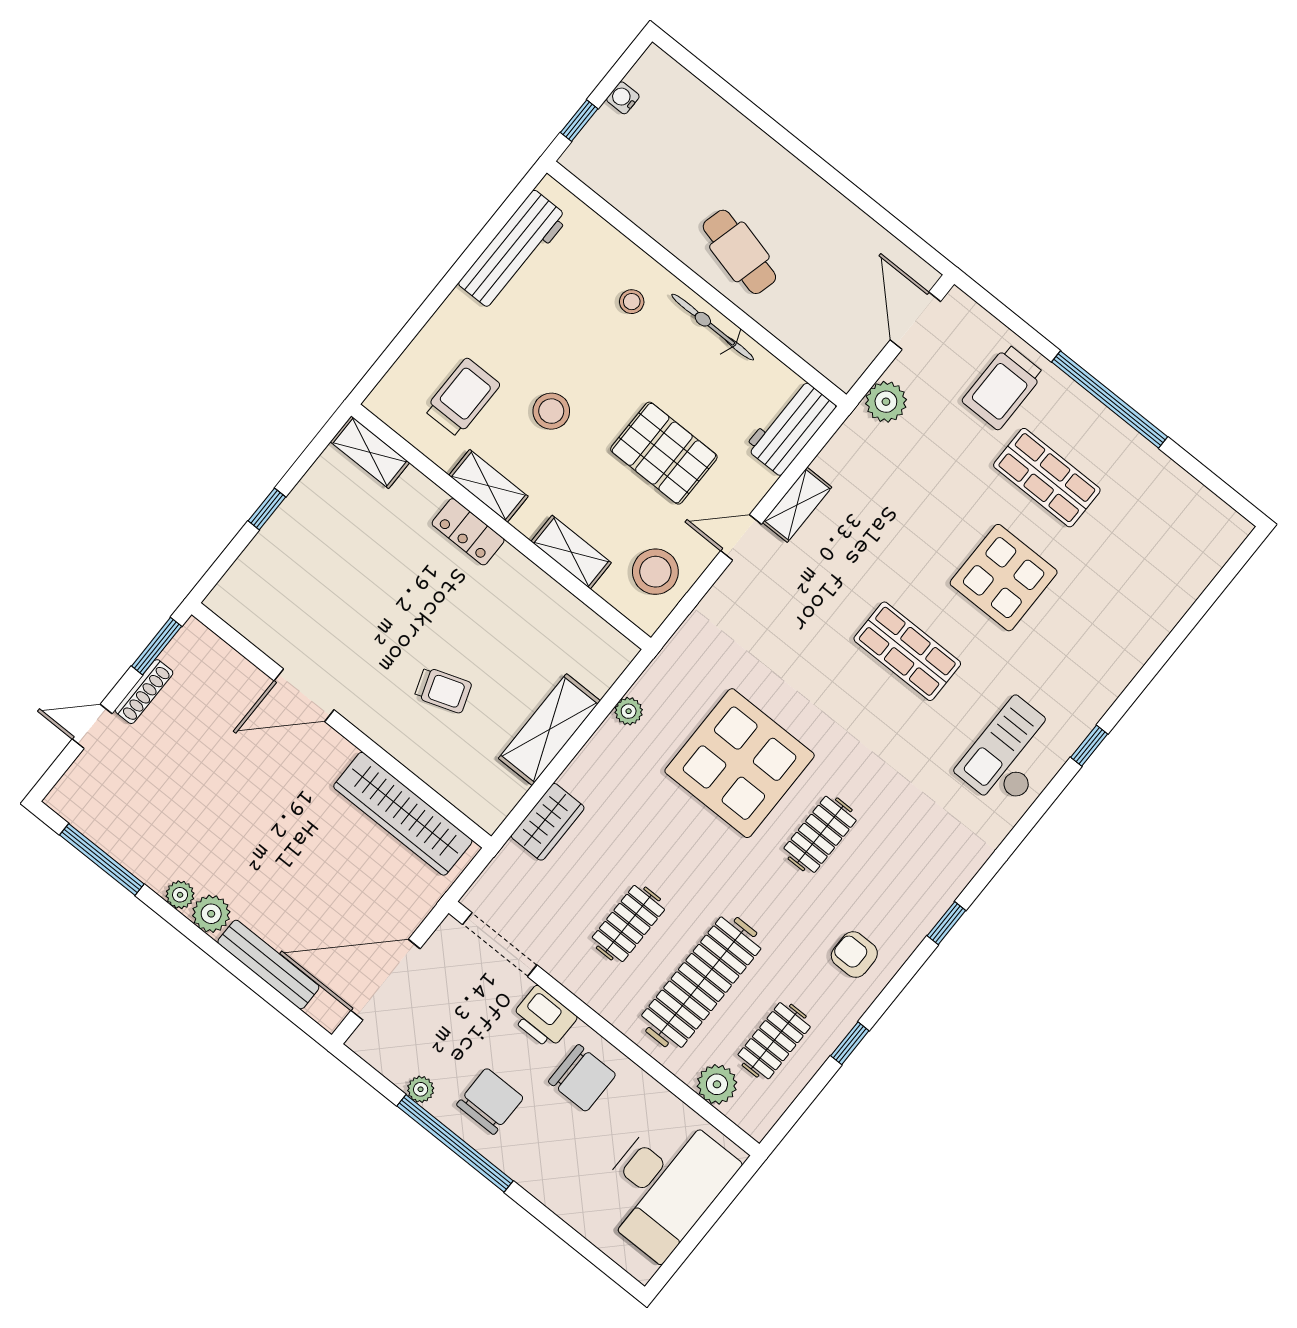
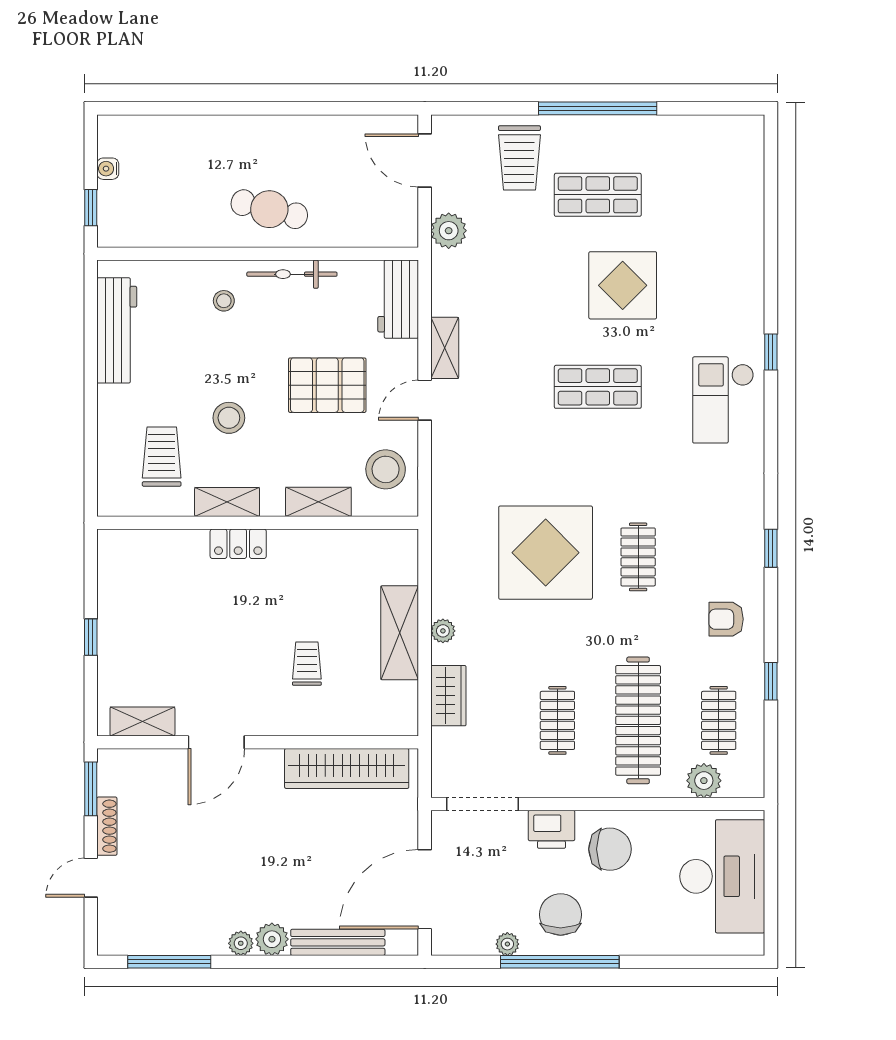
shelving: (370, 452) -> (142, 721), moved
trolley: (443, 690) -> (307, 664), turned -71
plant: (629, 711) -> (443, 631), moved

